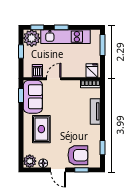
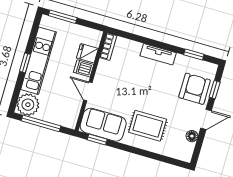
window: (37, 27) -> (16, 94), removed
window: (21, 51) -> (41, 123), width x2.17
fridge: (92, 70) -> (87, 53), moved
dishwasher: (37, 71) -> (84, 68), moved
tv unit: (95, 111) -> (158, 54), moved
plant: (30, 161) -> (184, 152), removed

